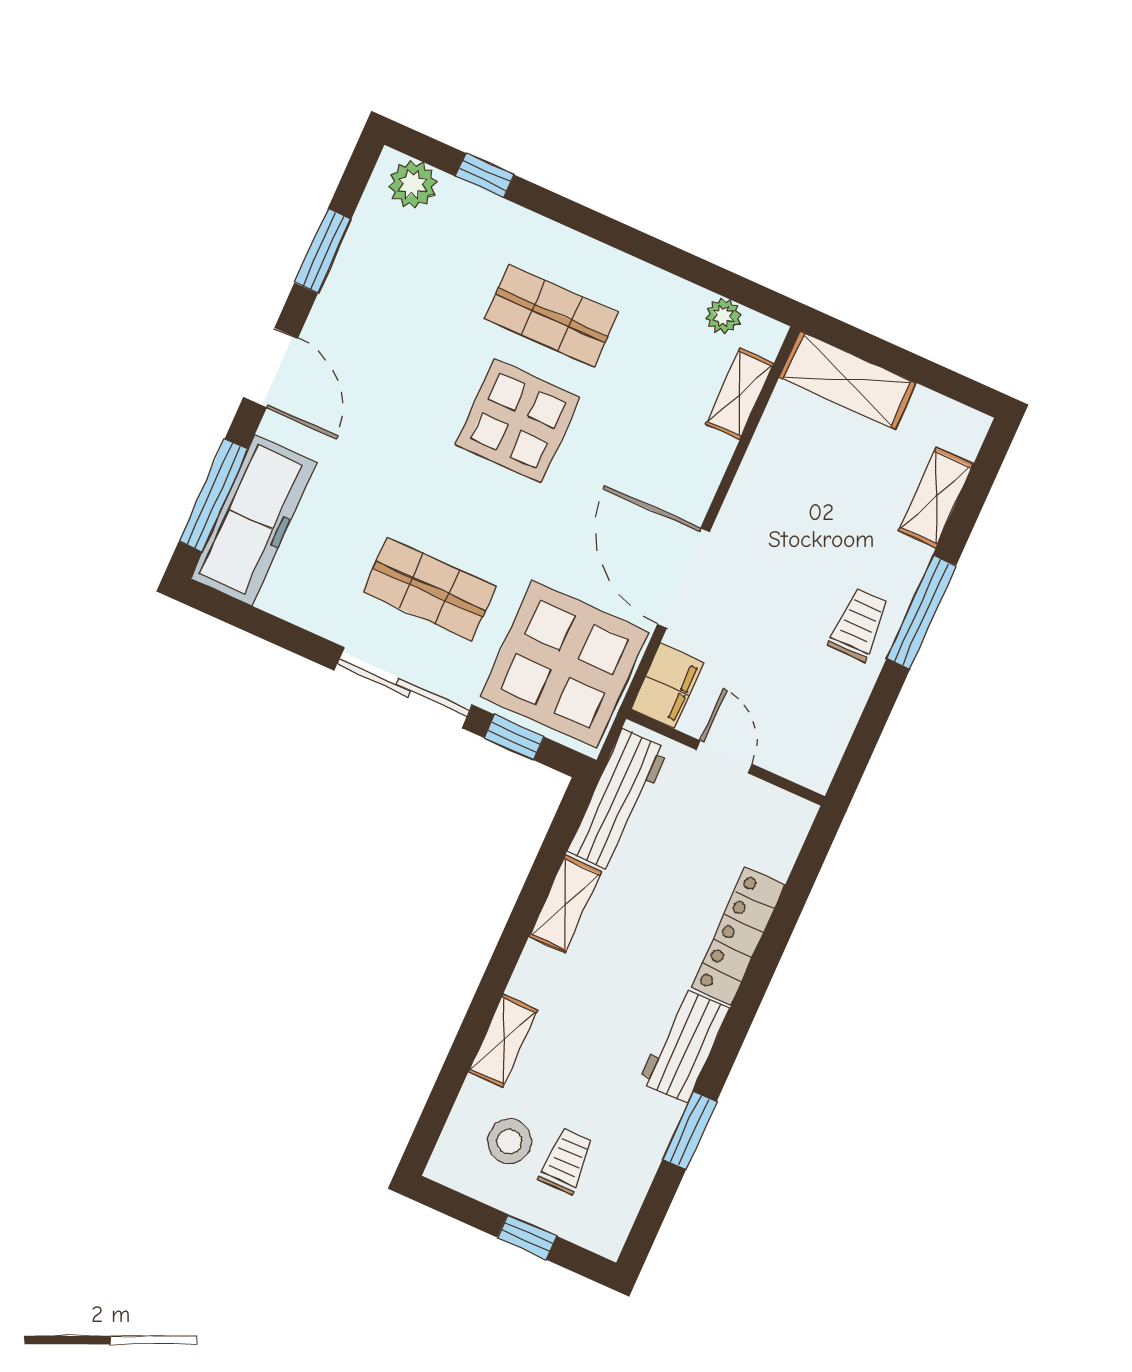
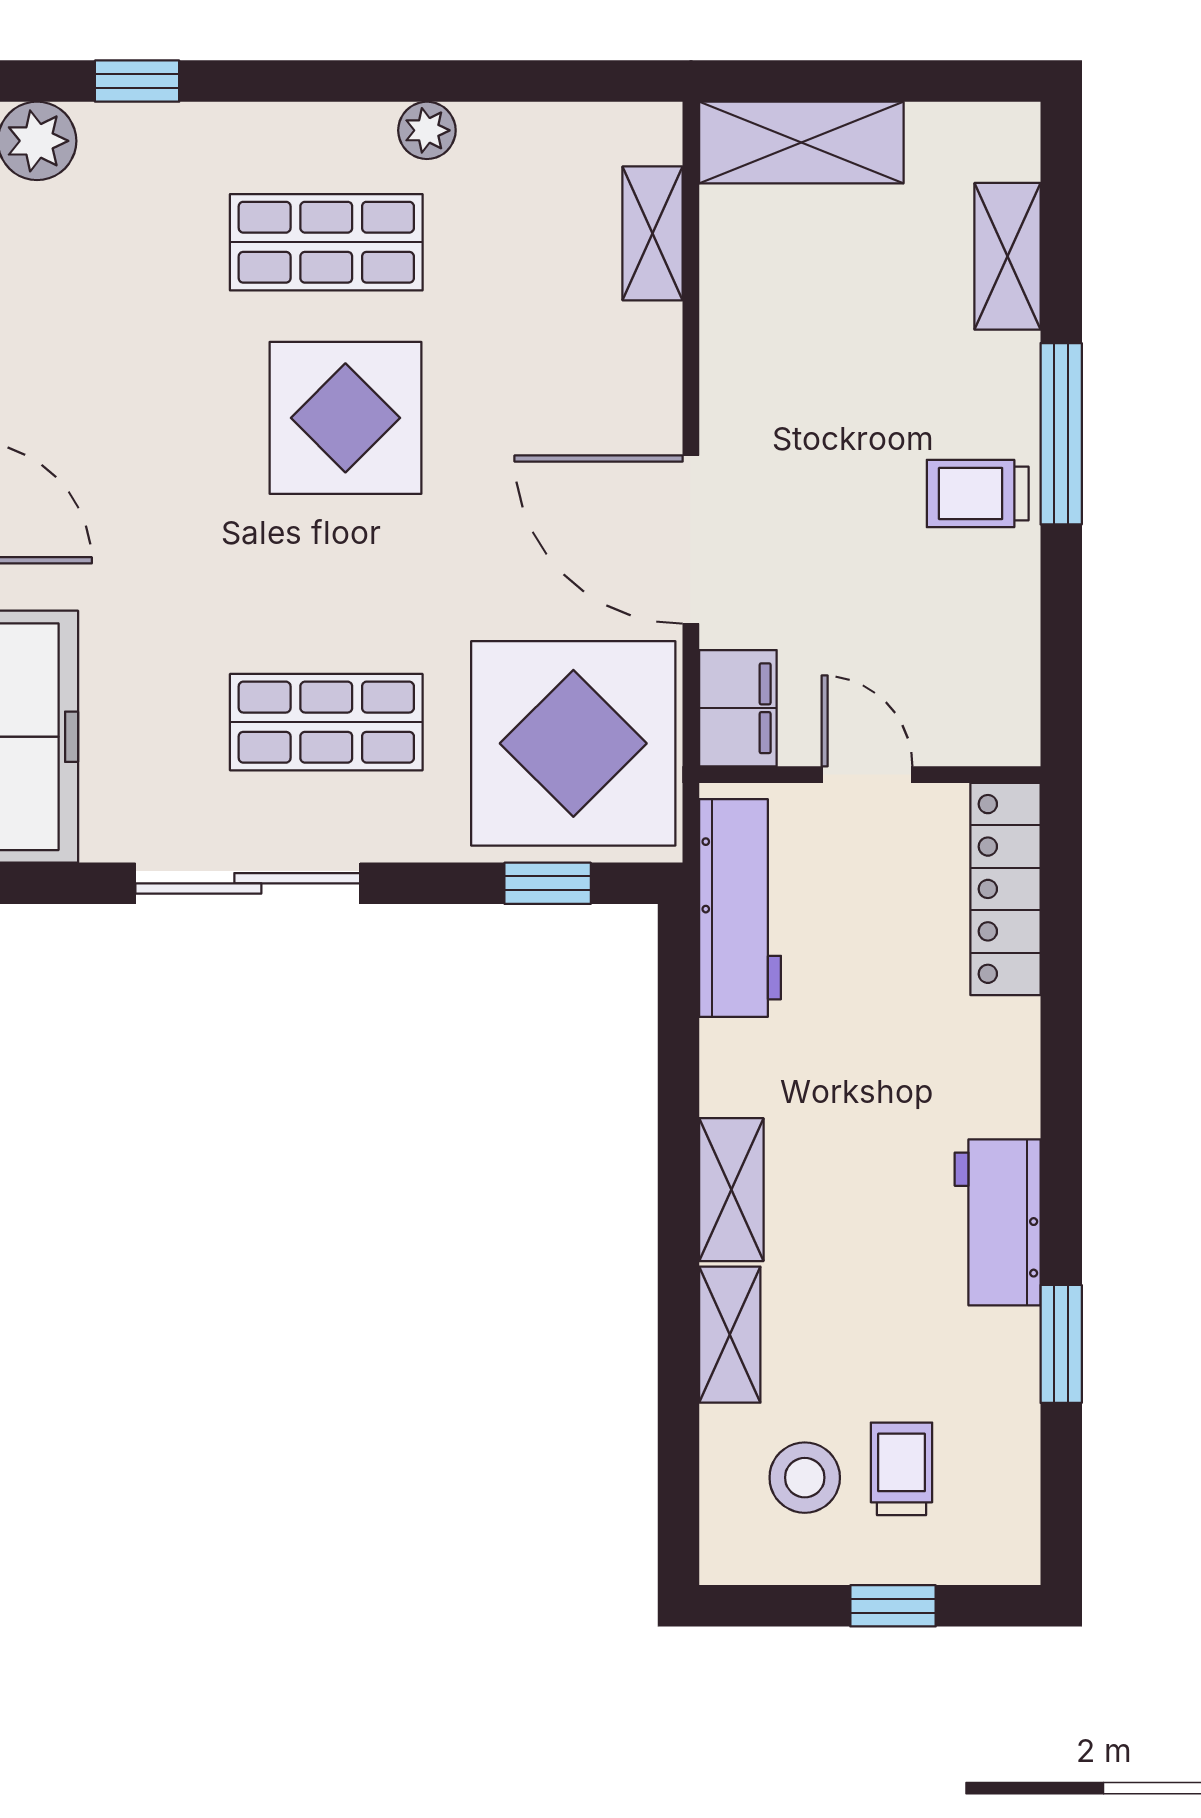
plant: (723, 316) -> (427, 130), moved
trolley: (859, 625) -> (978, 493), turned -90
sliding door: (403, 688) -> (248, 883), moved
shelving: (565, 904) -> (731, 1190), moved
locker: (738, 936) -> (1005, 889), moved

